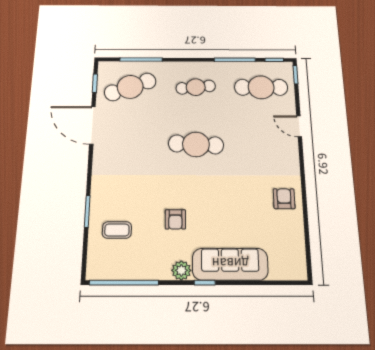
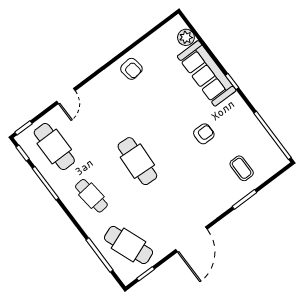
door: (92, 125) -> (191, 239), moved
armchair: (284, 199) -> (131, 69), turned -98
plant: (181, 270) -> (186, 37), moved

